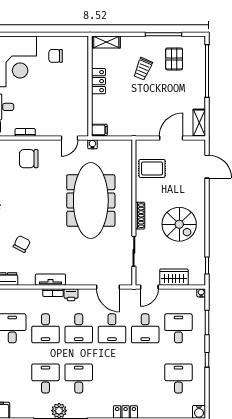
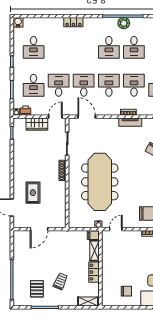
shelving: (199, 123) -> (94, 251), moved
rug: (152, 168) -> (33, 193), moved, turned 90
spiral stairs: (179, 224) -> (33, 164), removed
printer: (71, 295) -> (25, 111), moved

